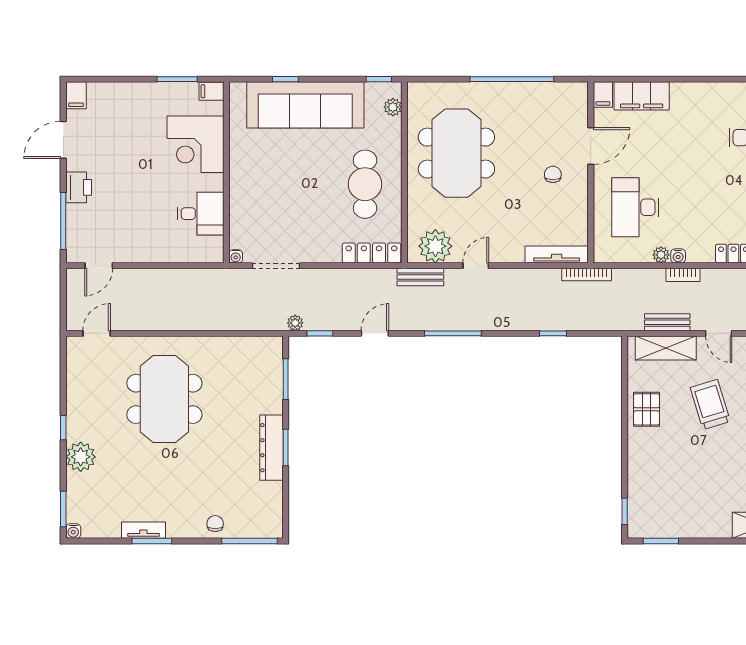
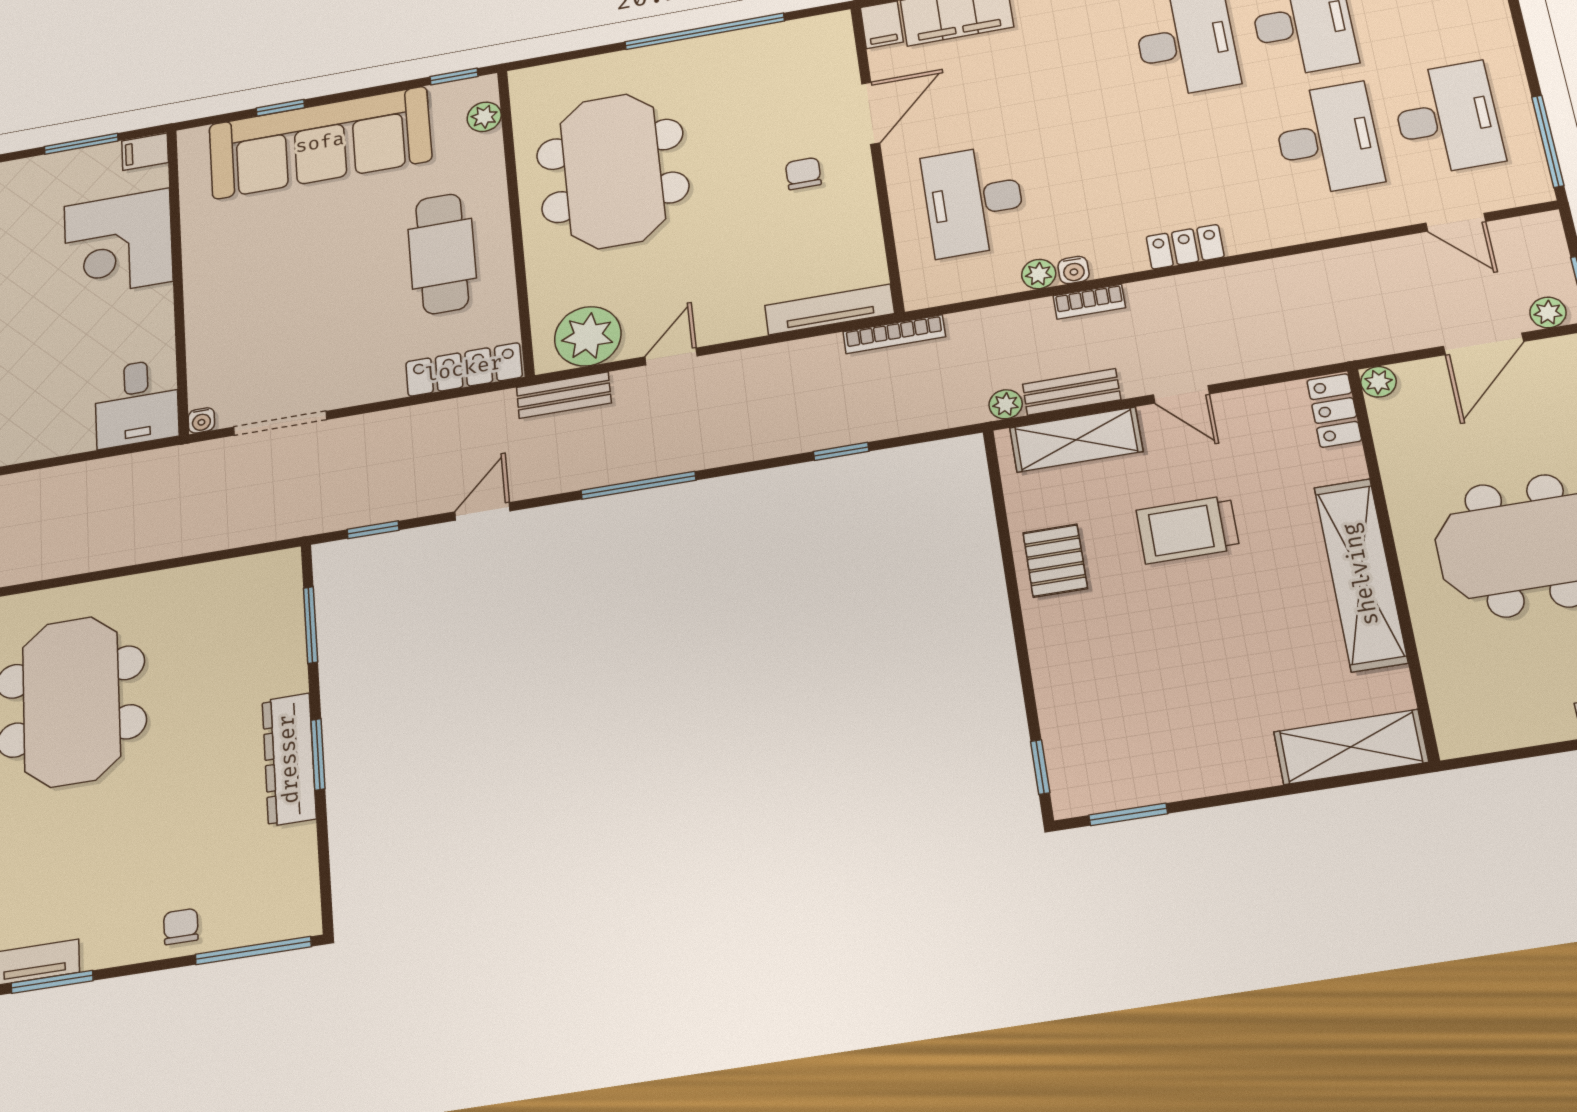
desk: (201, 214) -> (137, 403), moved, turned 90
plant: (295, 323) -> (1006, 404), moved
trolley: (710, 405) -> (1188, 529), turned -73

